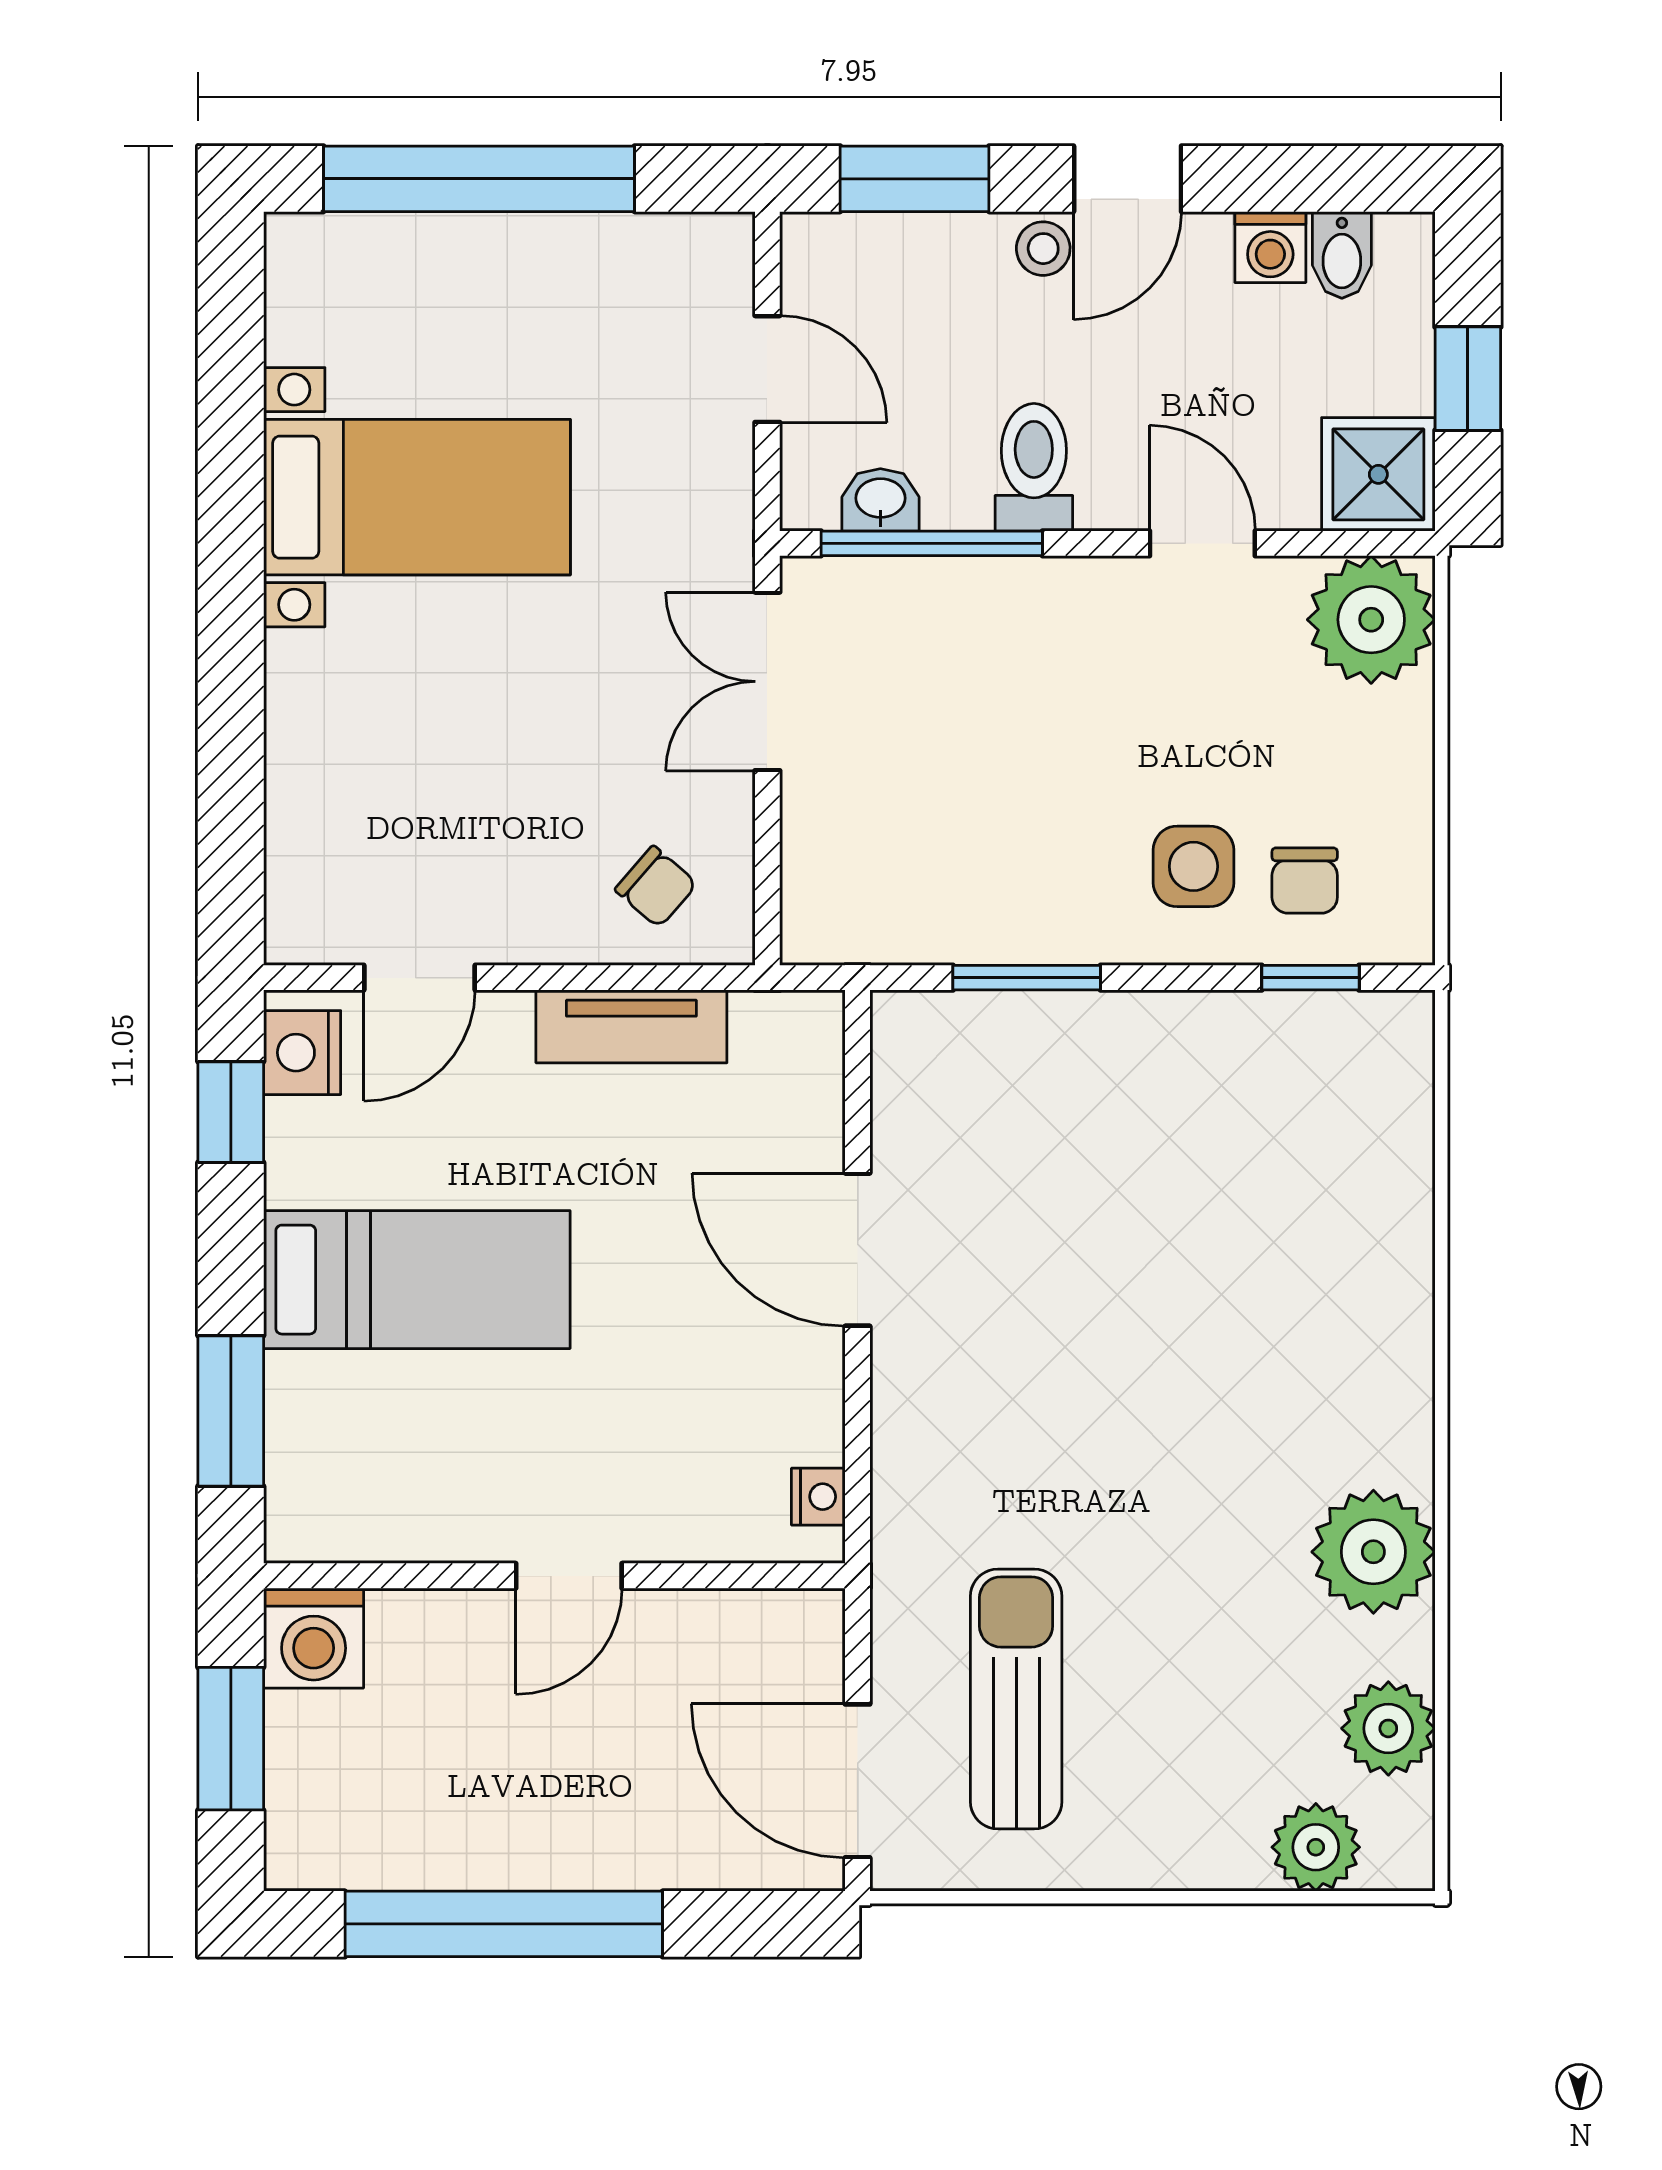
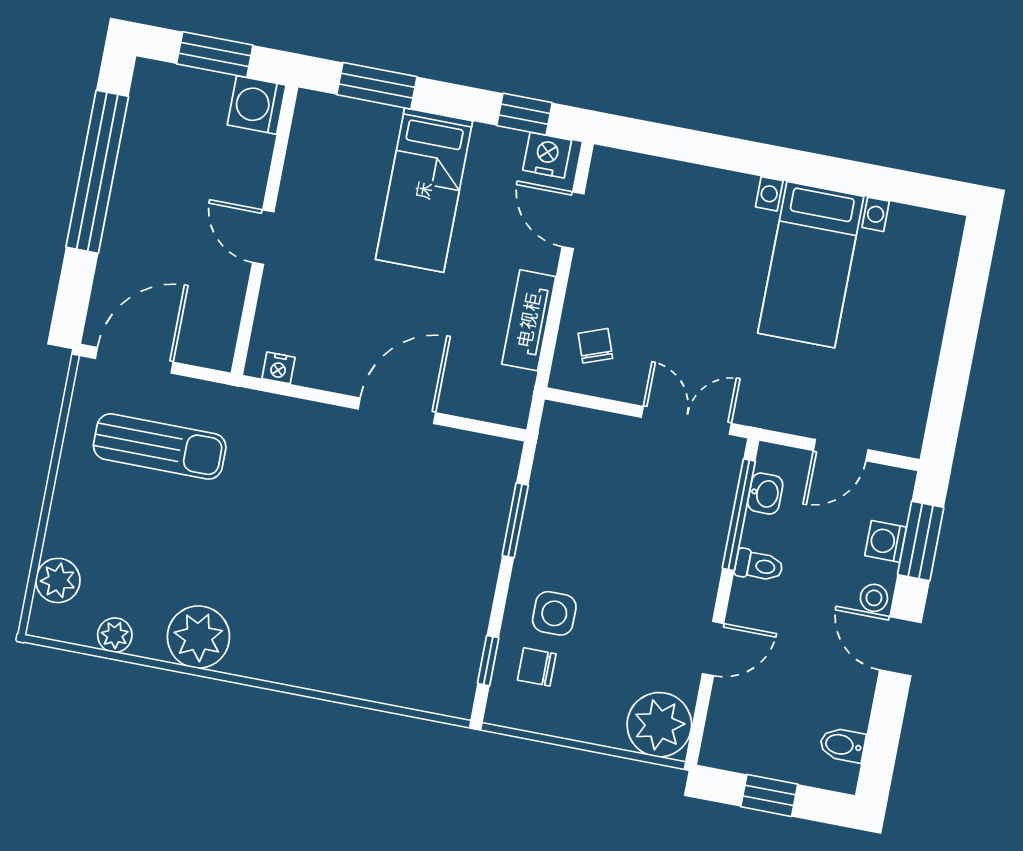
window: (479, 179) -> (962, 326), removed
washing machine: (1270, 247) -> (886, 541), moved
toilet: (1034, 467) -> (759, 566), width x0.73, depth x0.72
shower: (1378, 474) -> (730, 742), removed
chair: (656, 887) -> (595, 346), turned 119
plant: (1388, 1728) -> (115, 635), width x0.73, depth x0.73

